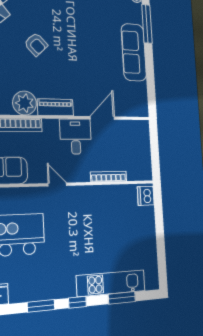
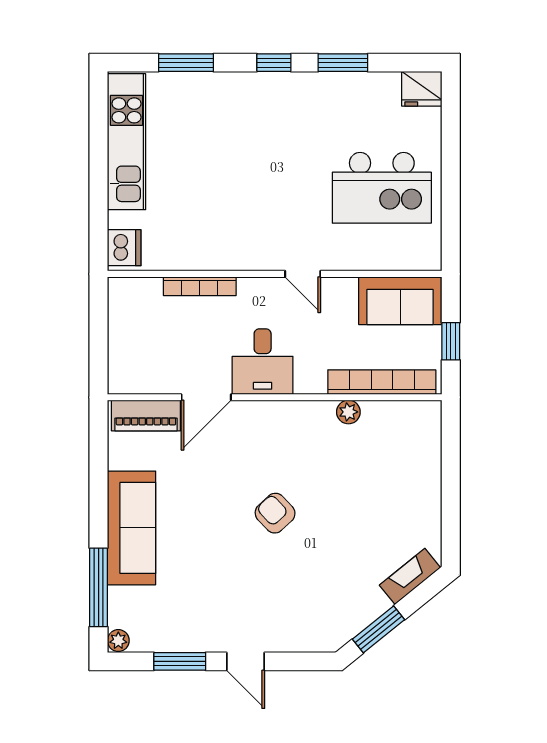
armchair: (36, 44) -> (275, 513), moved
plant: (25, 103) -> (348, 412), width x0.53, depth x0.53
piano: (55, 107) -> (146, 416), moved
kitchen unit: (111, 283) -> (126, 142), moved, turned -90

